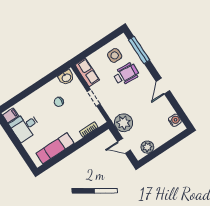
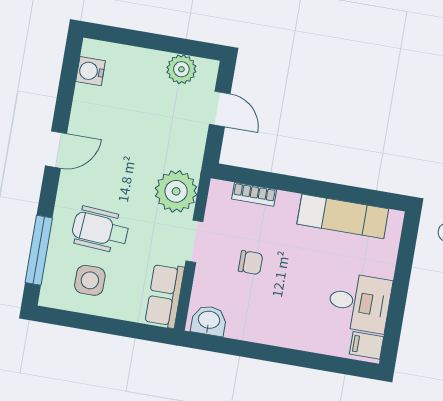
chair: (59, 102) -> (251, 263), moved
plant: (124, 123) -> (176, 191), moved

